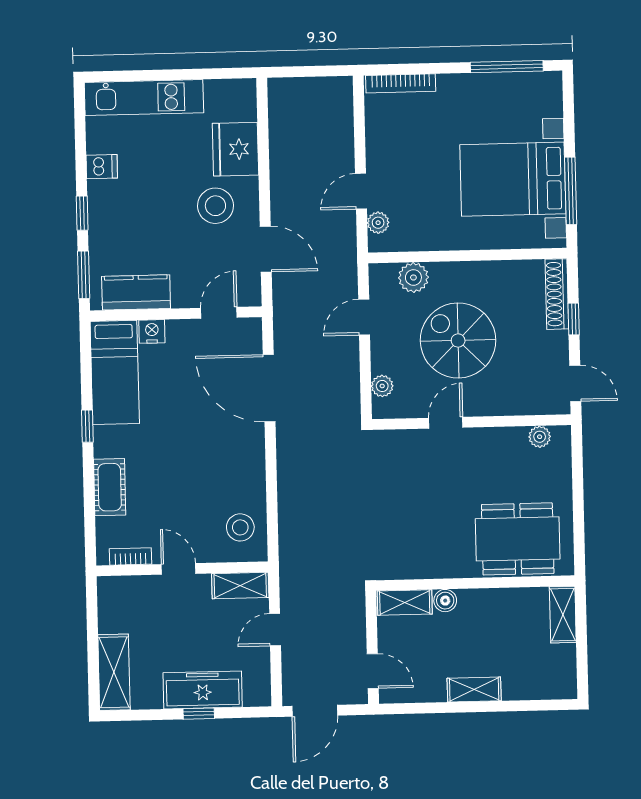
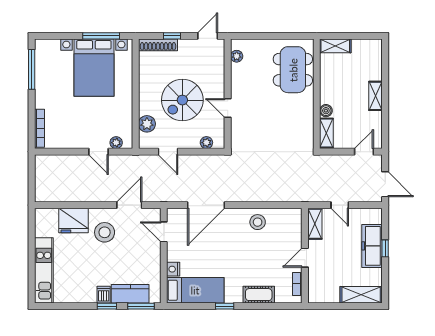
dishwasher: (102, 167) -> (104, 295), moved
kitchen counter: (136, 292) -> (130, 294), moved, turned 90
stool: (240, 527) -> (258, 222), moved

